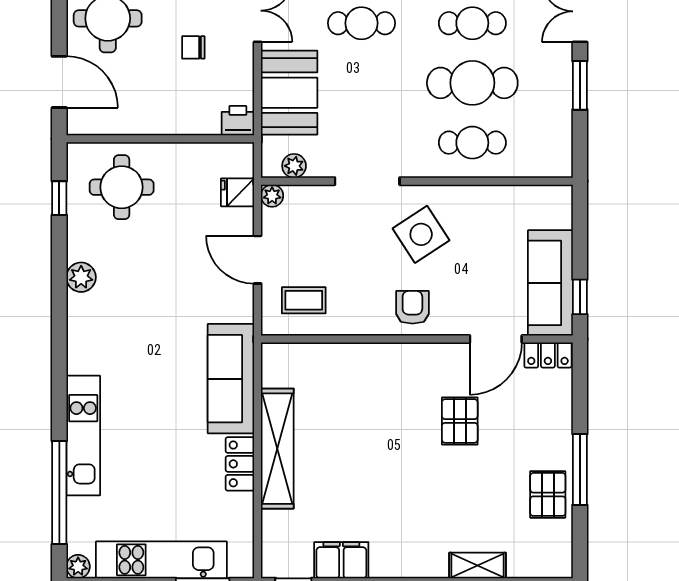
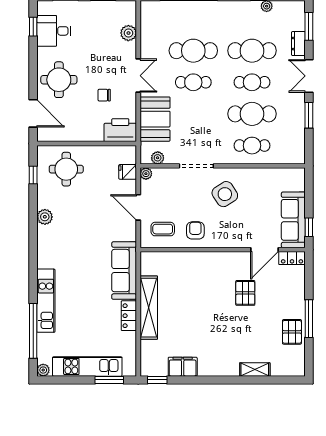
printer: (238, 121) -> (120, 130), width x1.87, depth x1.48
armchair: (412, 307) -> (195, 230), moved

